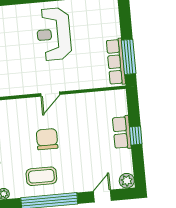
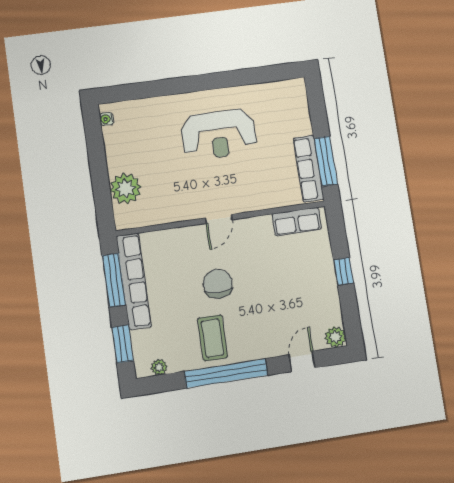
reception desk: (54, 34) -> (219, 134), turned -90
row of seats: (122, 132) -> (297, 221), moved, turned -90
coffee table: (41, 176) -> (213, 338), turned 90

